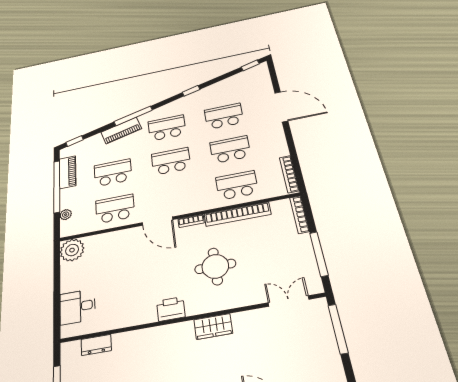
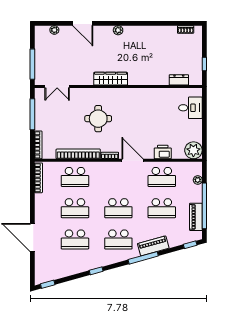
printer: (171, 309) -> (163, 152), moved, turned 180
wardrobe: (213, 326) -> (111, 79), width x1.50

